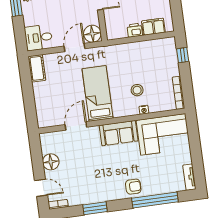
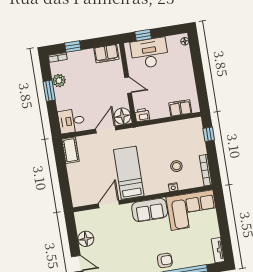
printer: (135, 30) -> (142, 115), moved
stool: (137, 90) -> (176, 166), moved

